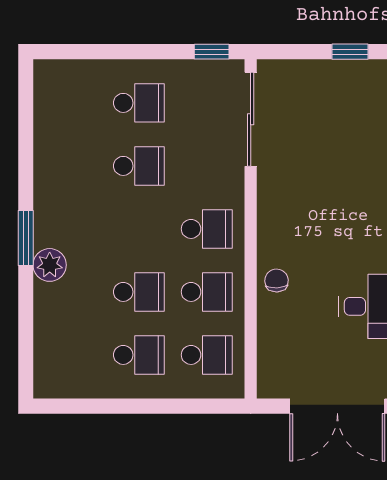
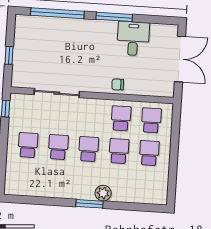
window: (350, 52) -> (9, 55), moved
sliding door: (251, 119) -> (57, 93), moved
school desk: (207, 229) -> (89, 149), moved

